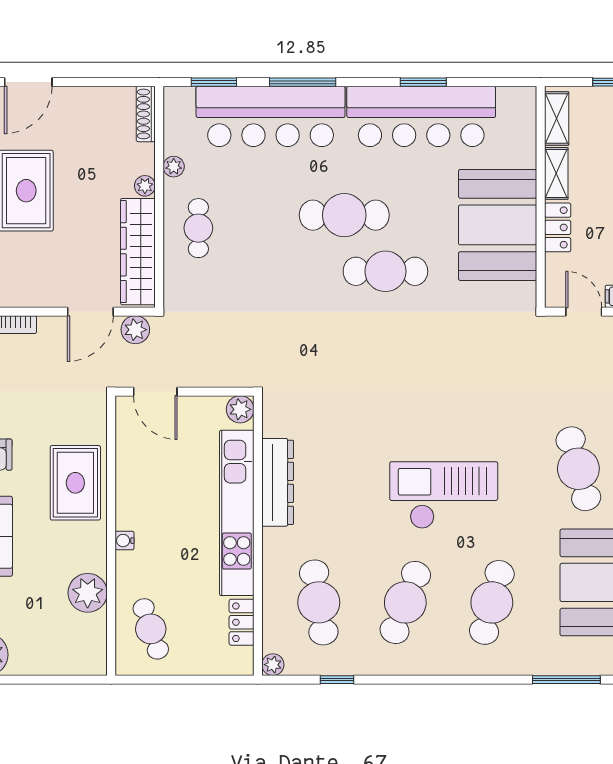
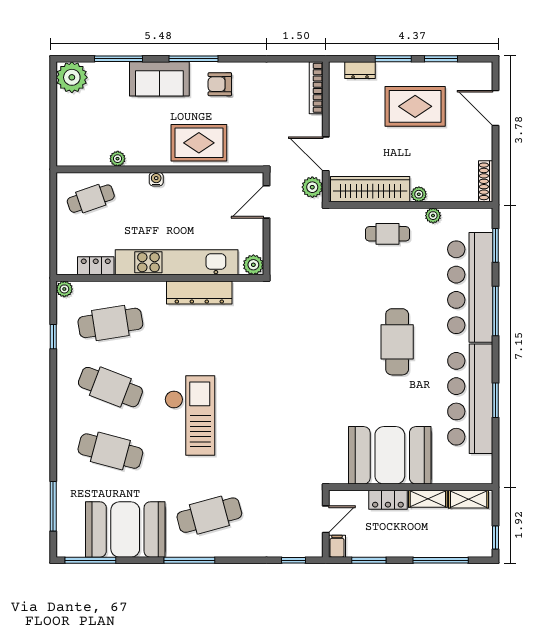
shoe rack: (146, 114) -> (486, 181), moved, turned -90
cafe table: (385, 271) -> (356, 372), removed
plant: (88, 593) -> (118, 159), width x0.53, depth x0.53

